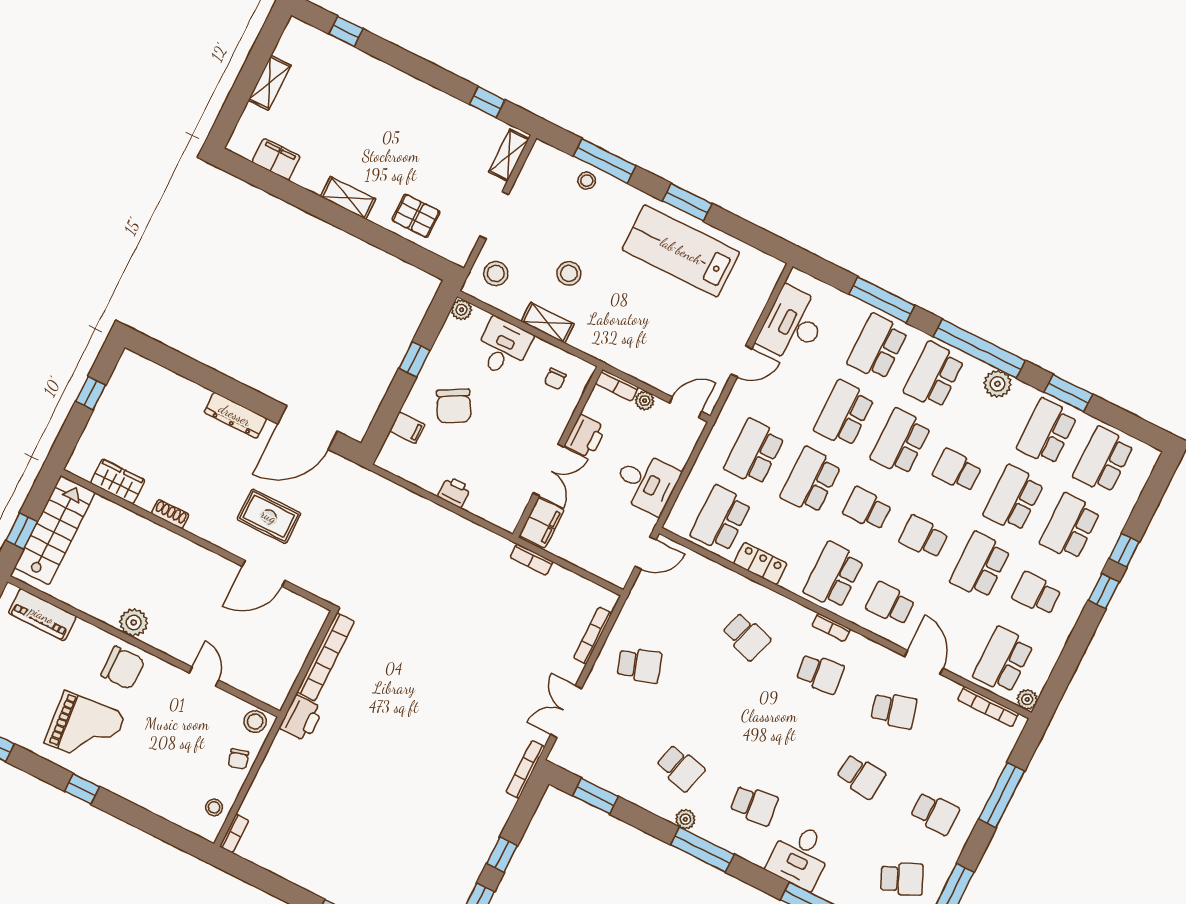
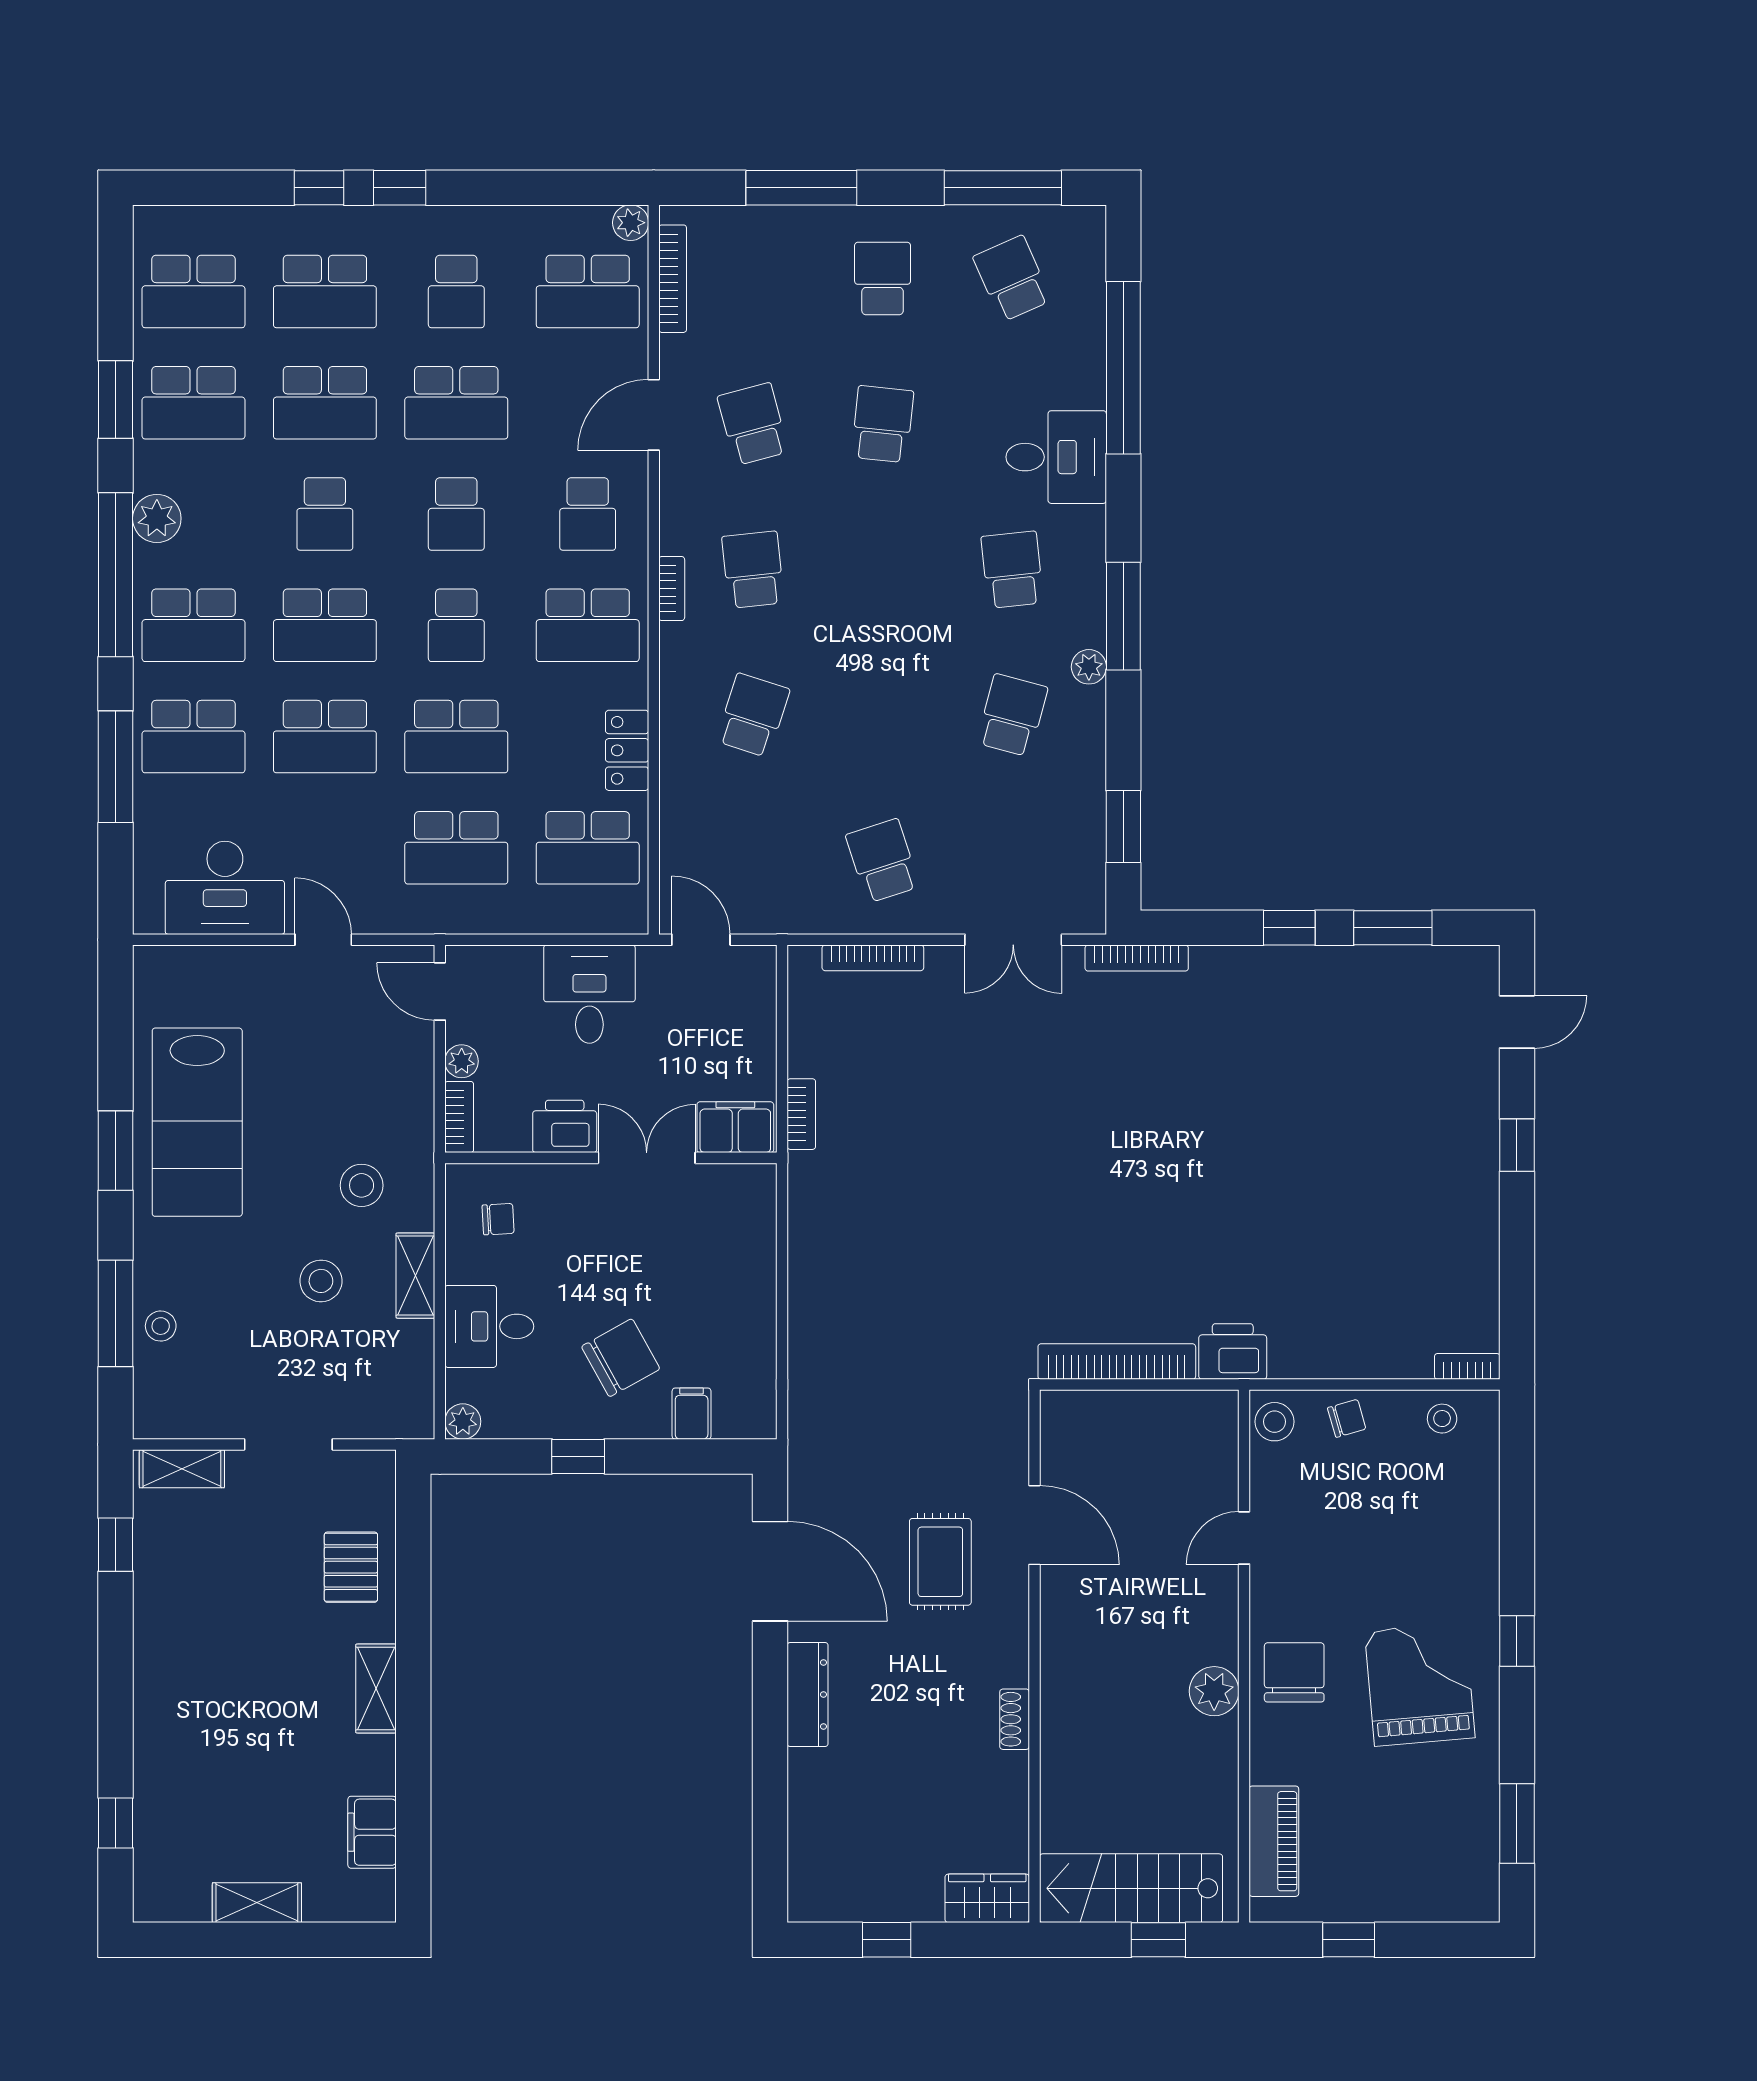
stool: (496, 274) -> (362, 1185), moved
wardrobe: (118, 482) -> (987, 1898), moved, turned 90
printer: (454, 492) -> (756, 1289), removed

